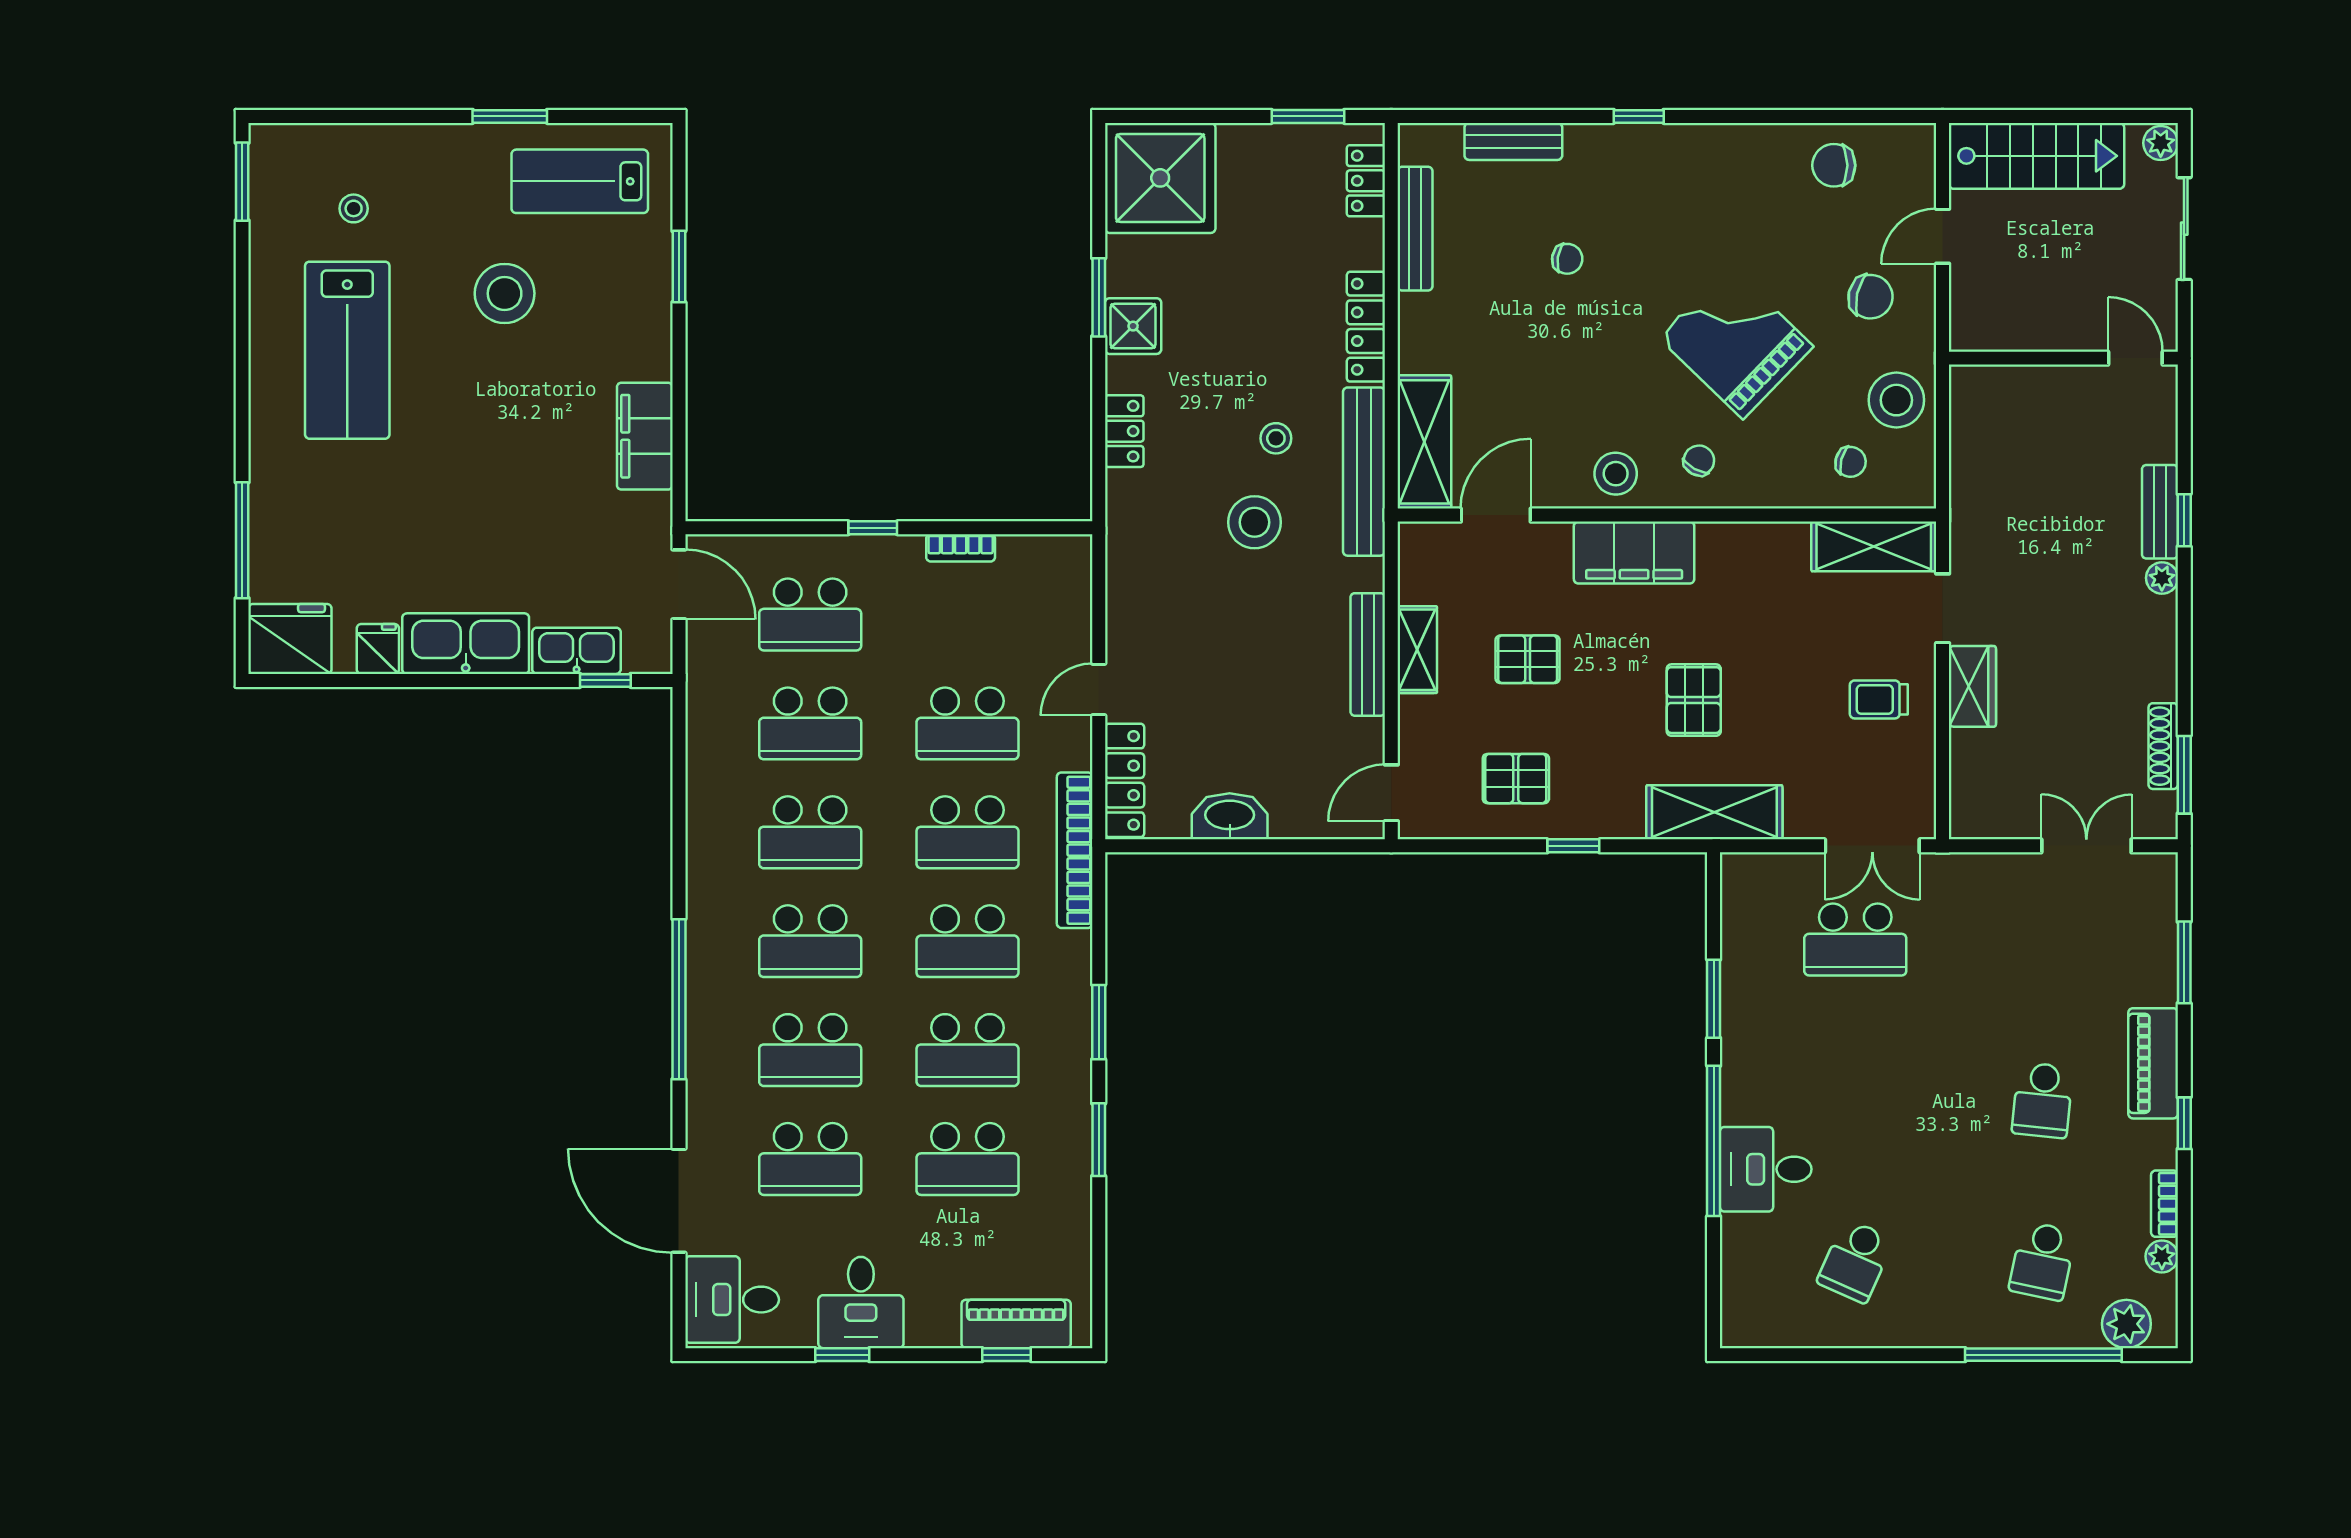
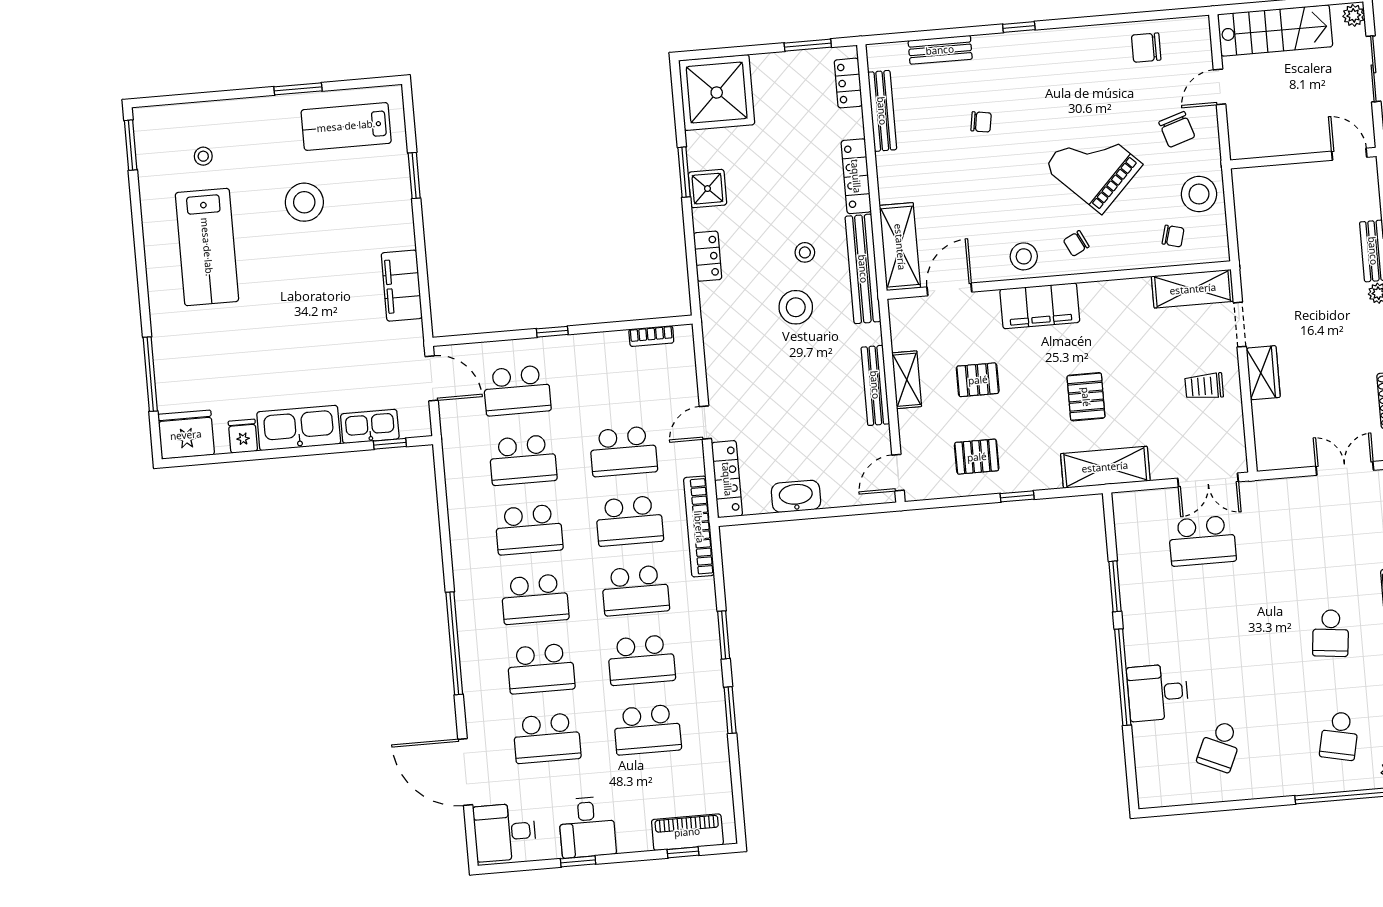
chair: (1871, 297) -> (1177, 129), turned 59
chair: (1699, 460) -> (1076, 243), turned -146
bookcase: (961, 548) -> (651, 336), moved

